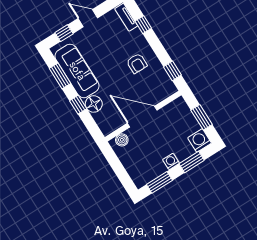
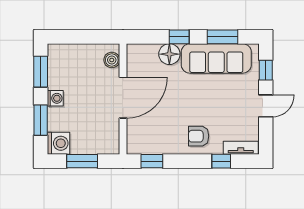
armchair: (137, 63) -> (199, 136), moved

